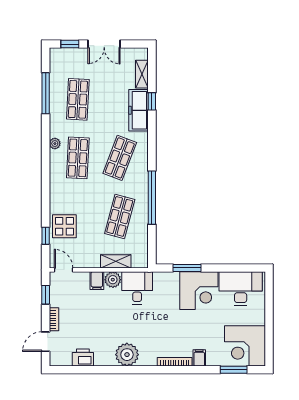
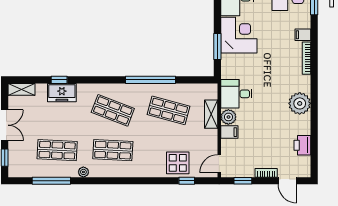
shelving: (142, 74) -> (21, 89), moved
freezer: (139, 110) -> (62, 93), width x0.71
plant: (55, 144) -> (83, 172), moved

